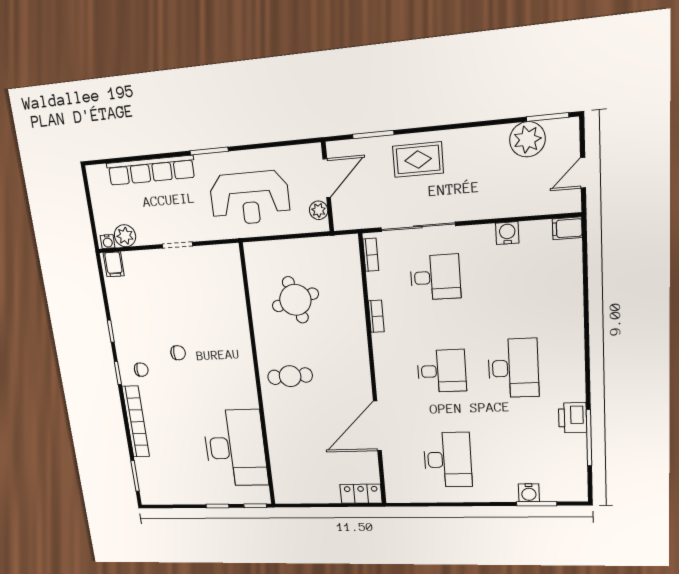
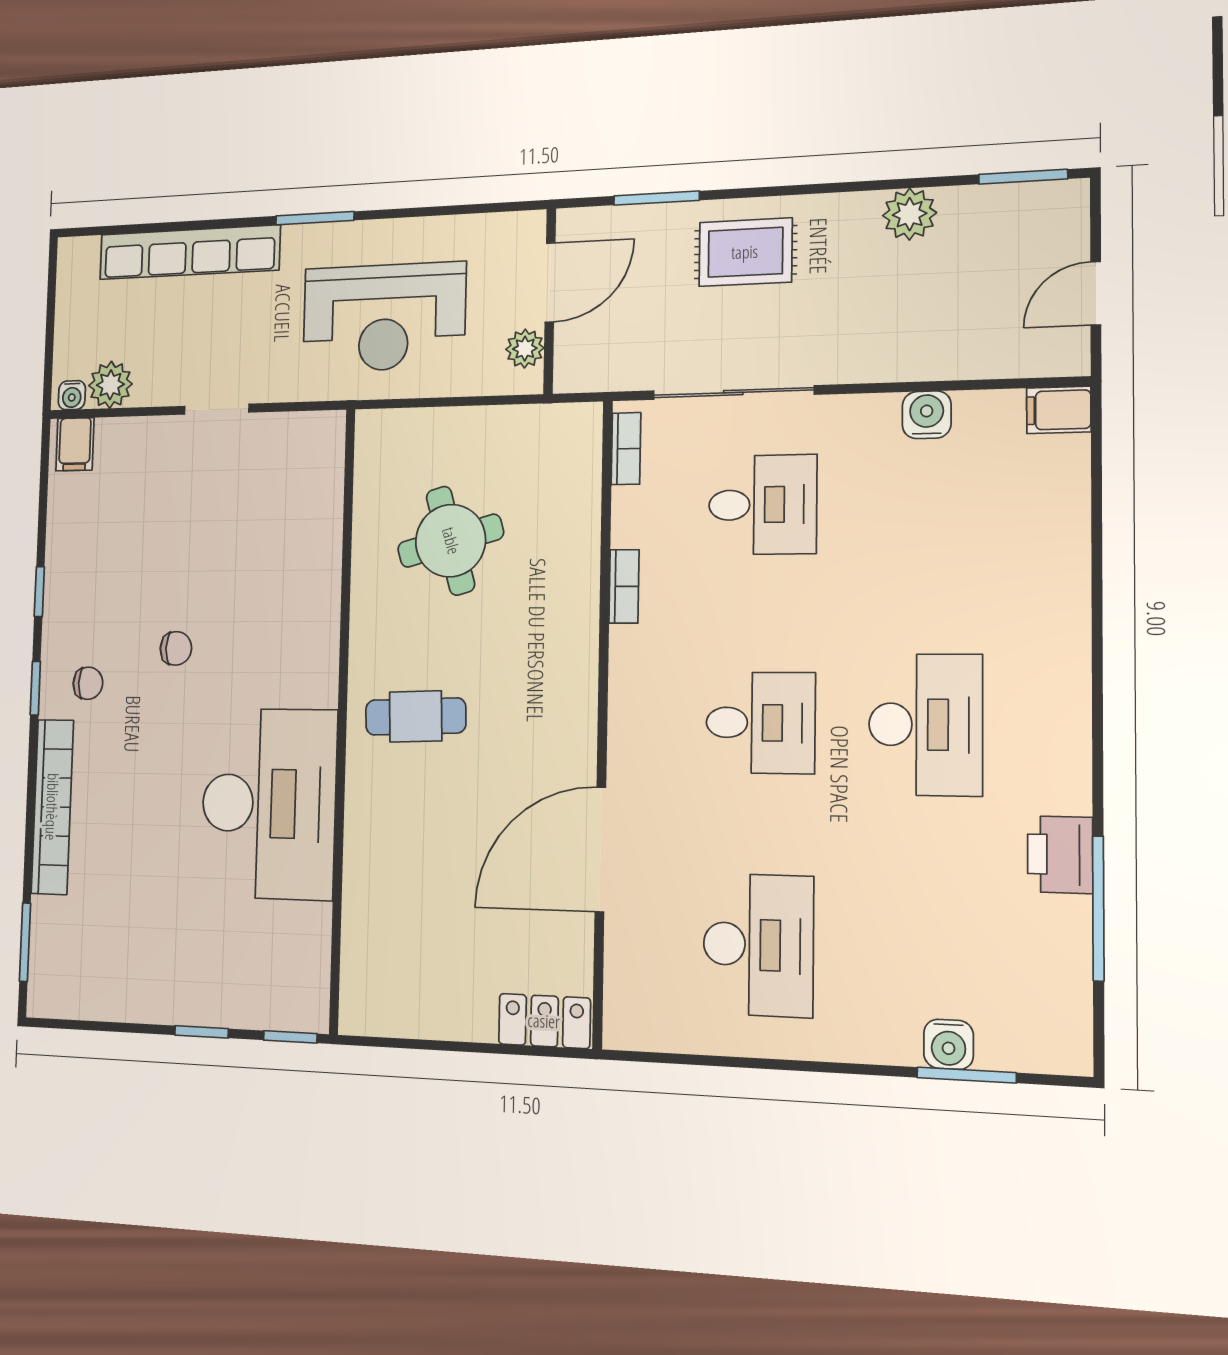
plant: (527, 139) -> (910, 214), moved, width x0.73, depth x0.73
desk: (235, 448) -> (269, 804), moved

